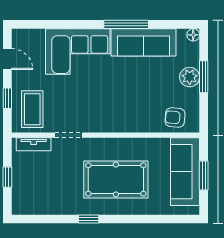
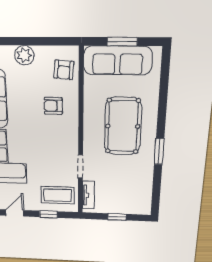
window: (204, 77) -> (23, 41), removed
armchair: (137, 106) -> (53, 106), added
window: (89, 219) -> (159, 151), width x1.50

